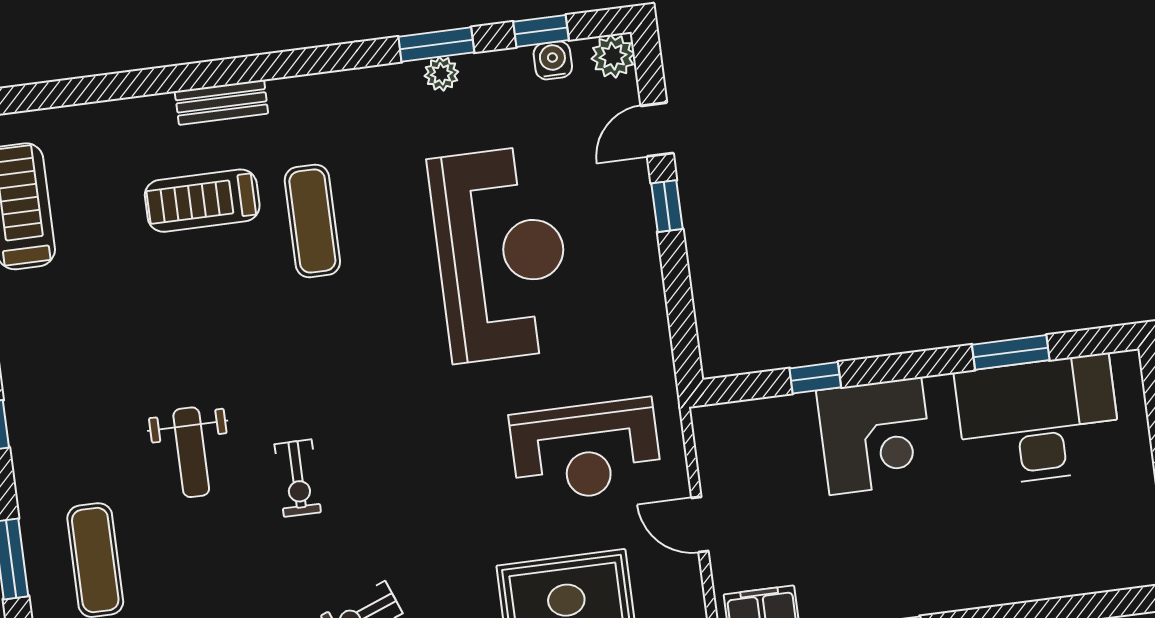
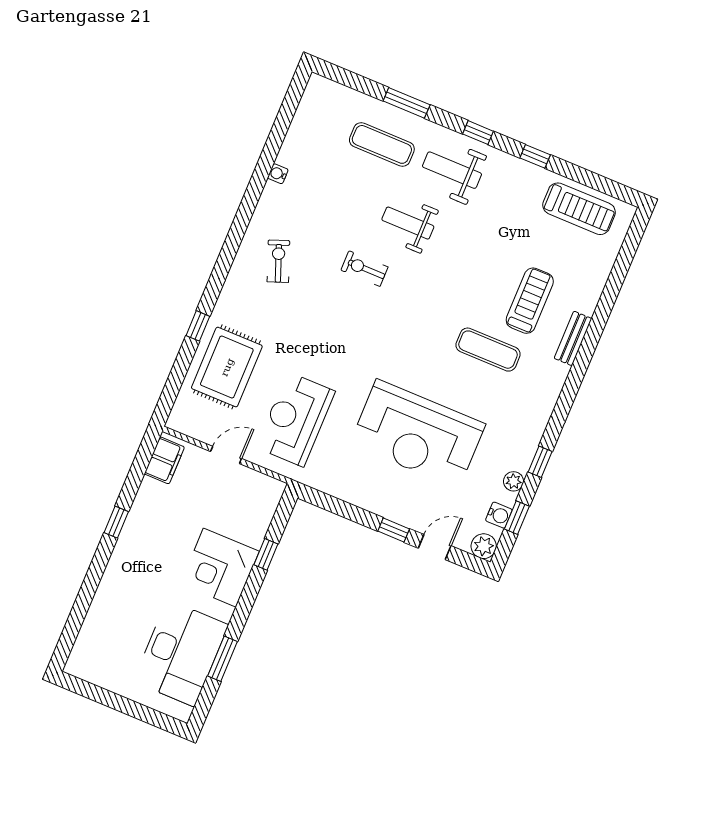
window: (436, 45) -> (540, 462), width x0.67
plant: (441, 74) -> (514, 481), moved
door: (657, 129) -> (435, 547), hinge flipped
weight bench: (73, 432) -> (452, 170), added

